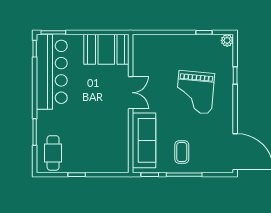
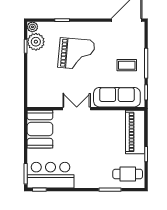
plant: (210, 44) -> (36, 42), added
bar counter: (52, 72) -> (50, 175), width x0.73
piano: (103, 162) -> (135, 132), added

